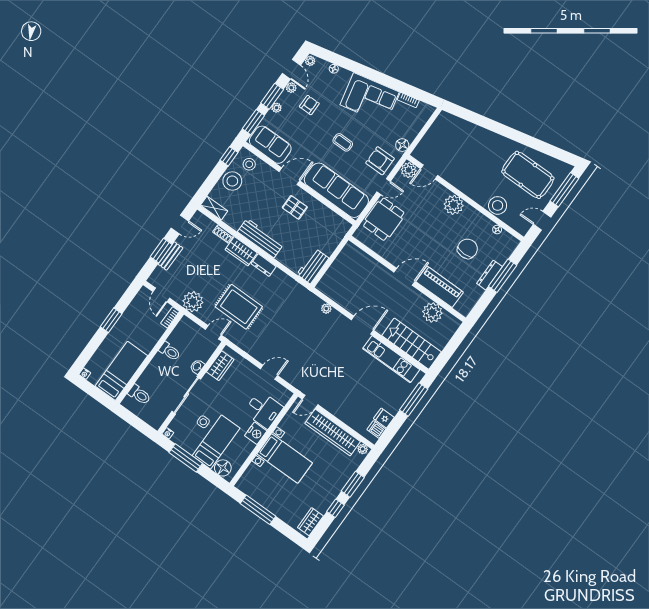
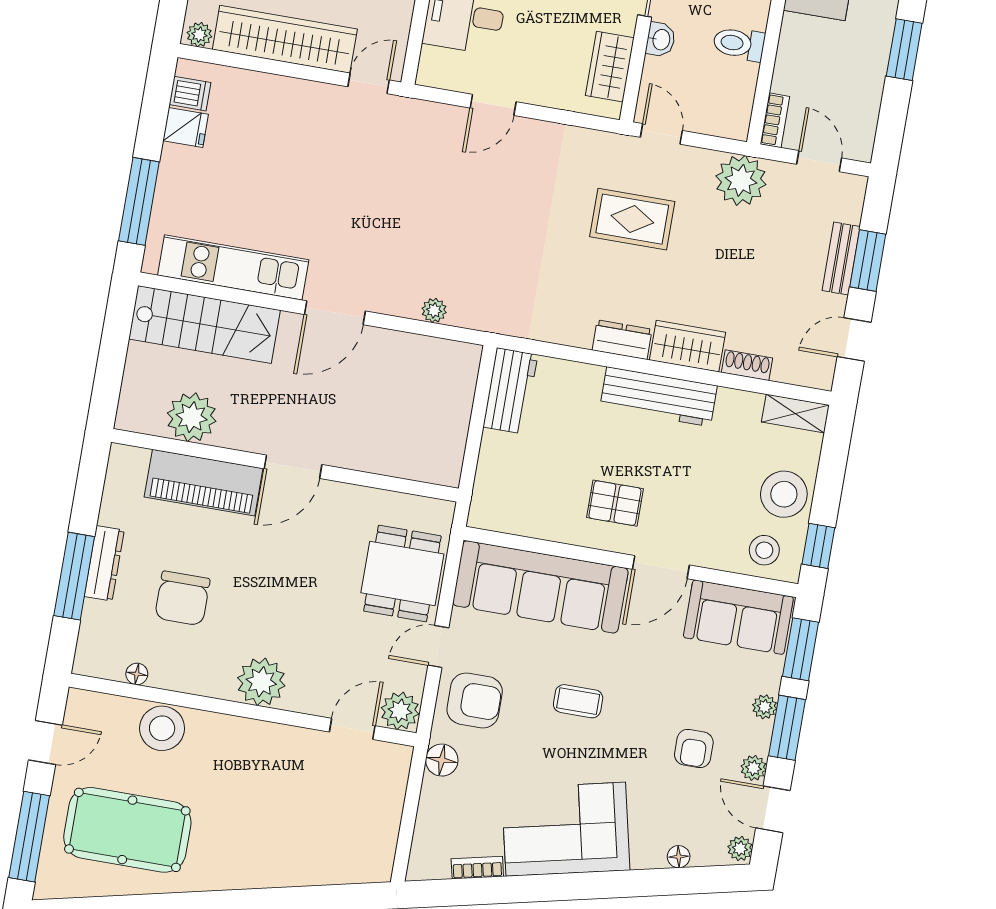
rug: (239, 307) -> (632, 219), width x0.73, depth x0.70
door: (213, 332) -> (661, 134), swing flipped

